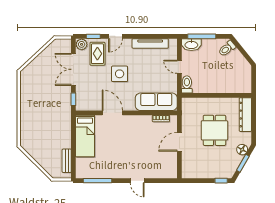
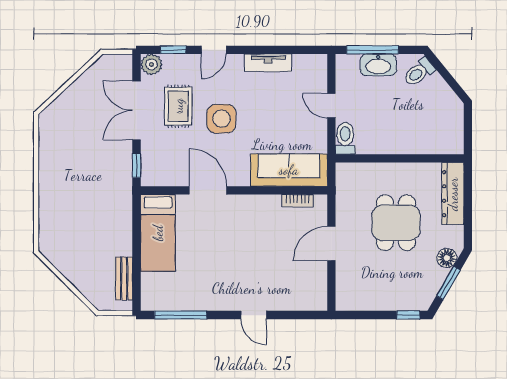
tv unit: (150, 43) -> (268, 63), width x0.71
washbasin: (191, 45) -> (378, 65), moved
rug: (97, 54) -> (178, 106), moved

